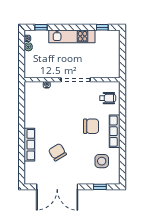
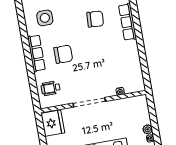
fridge: (111, 67) -> (53, 123), added
chair: (91, 126) -> (63, 54), turned 180
chair: (57, 152) -> (95, 19), turned -55

